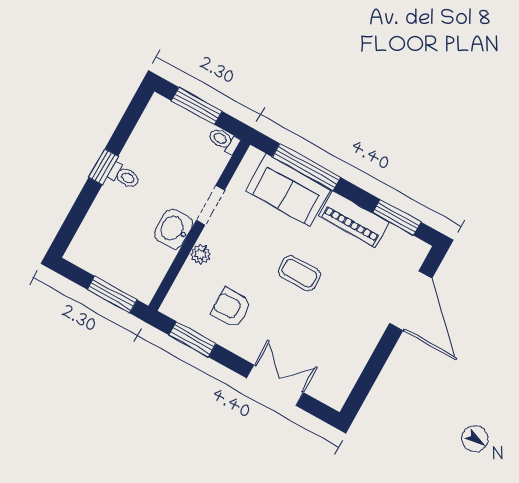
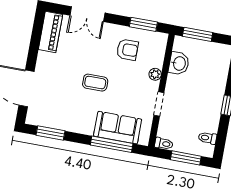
toilet: (124, 176) -> (207, 138), moved
piano: (354, 219) -> (50, 32), moved, turned 90
washbasin: (174, 229) -> (179, 63), moved

